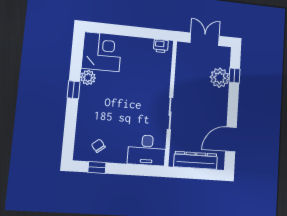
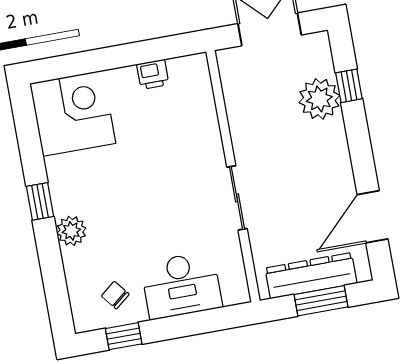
printer: (161, 46) -> (153, 74), moved
plant: (88, 78) -> (71, 231), moved
desk: (147, 150) -> (181, 285), moved
window: (197, 174) -> (321, 301), added

